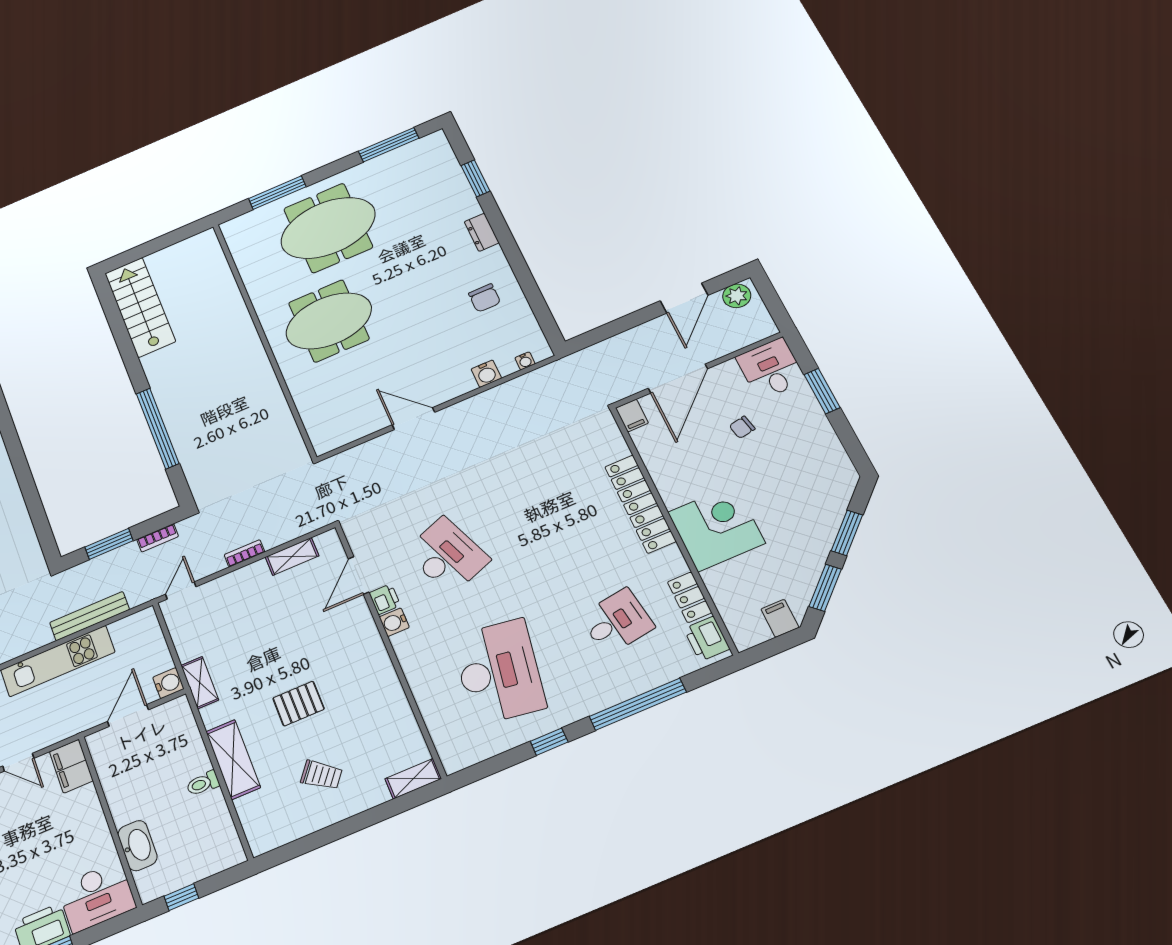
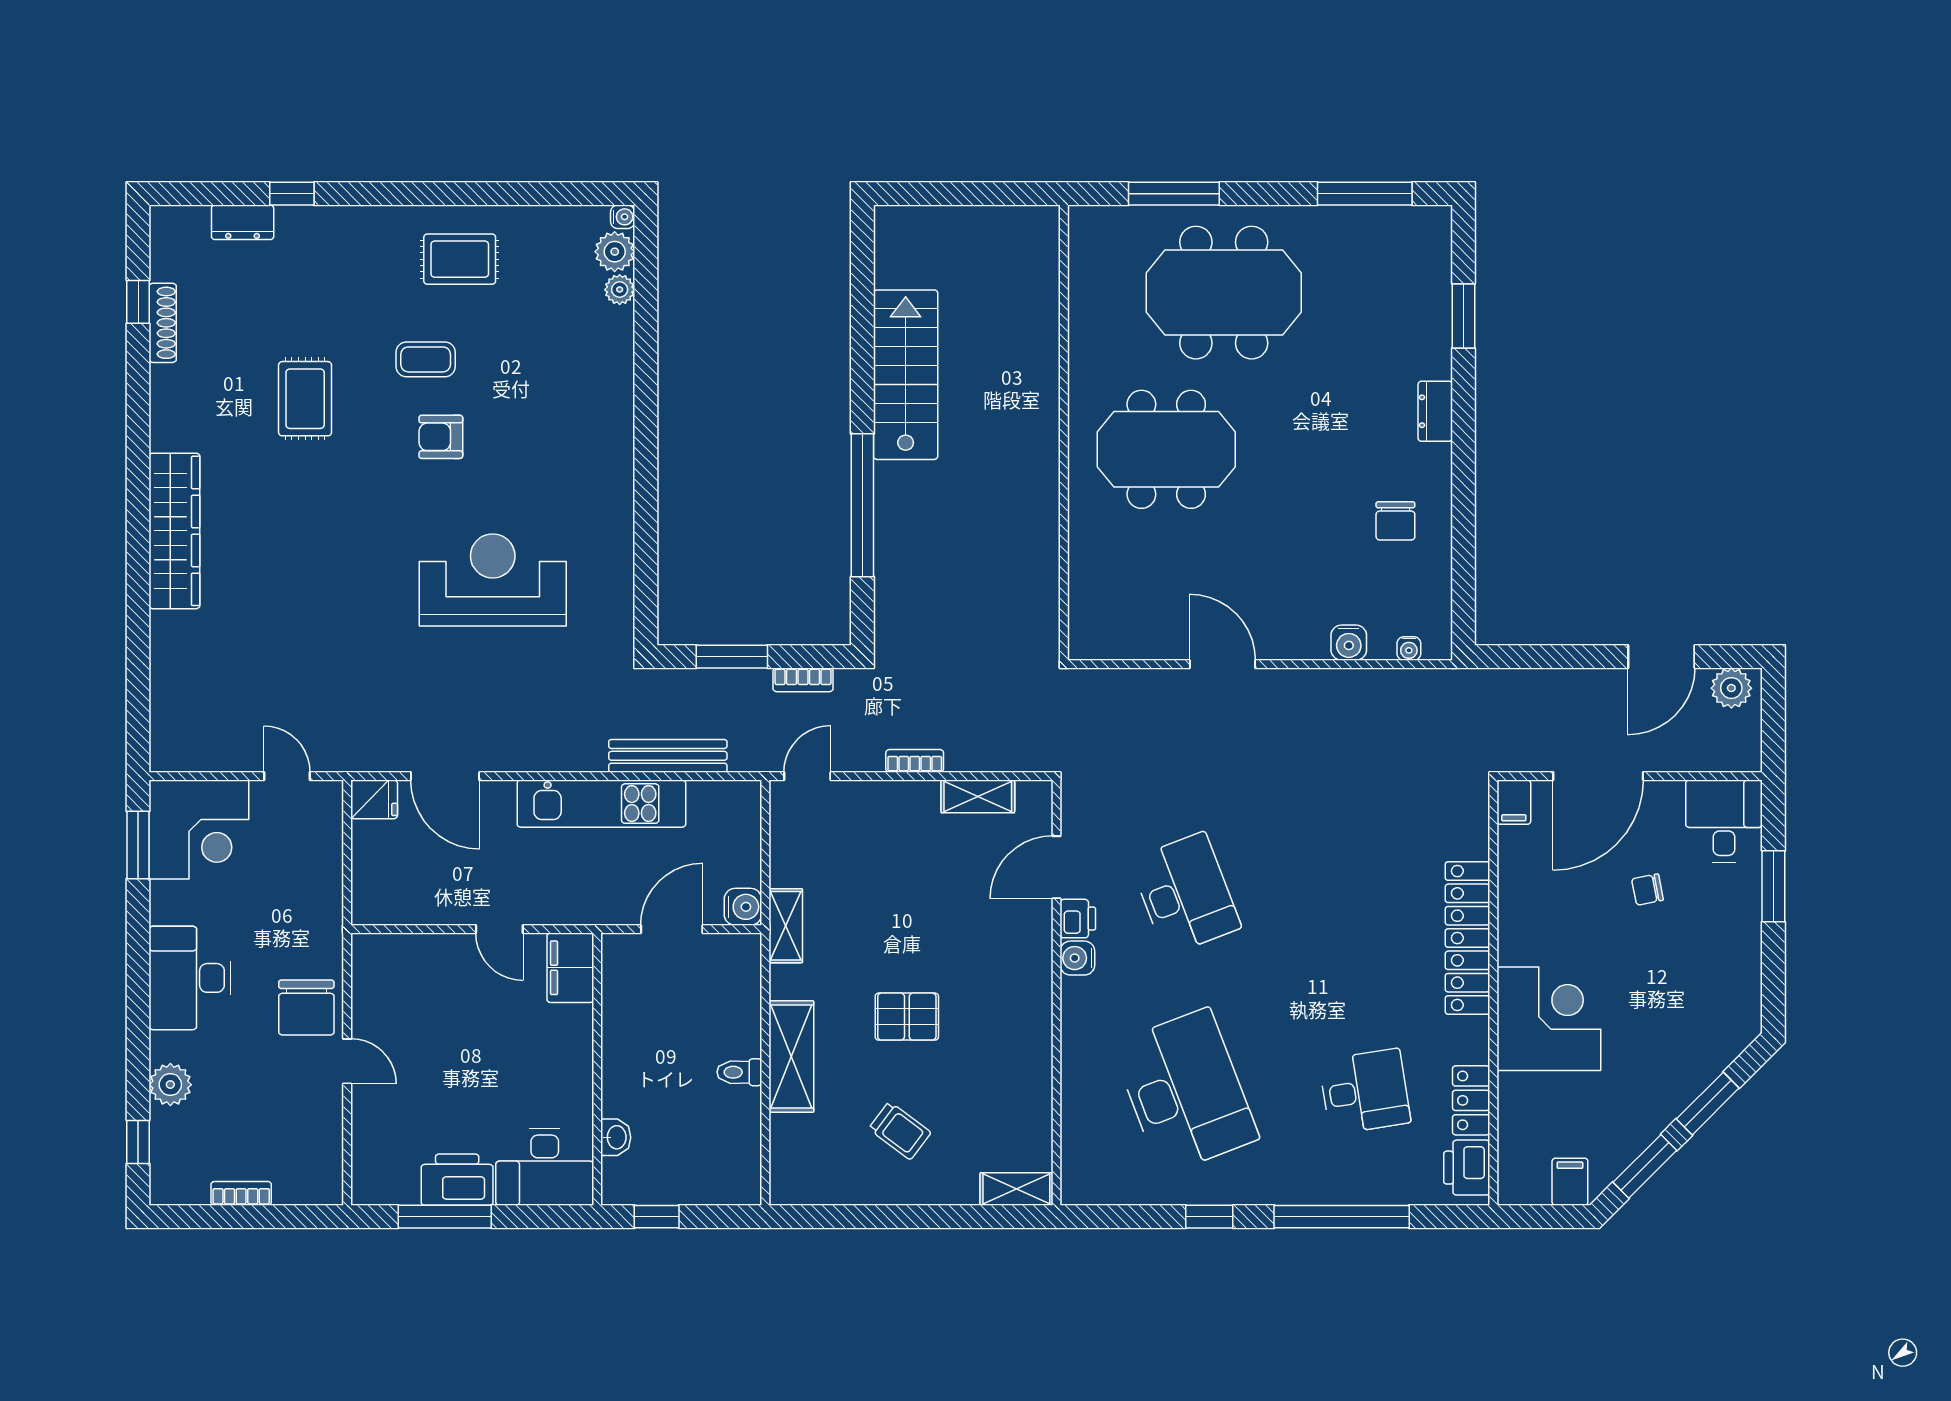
stairs: (140, 307) -> (906, 375), moved
desk: (499, 672) -> (1185, 1091), turned -30
washbasin: (137, 846) -> (616, 1137), width x0.52, depth x0.69

